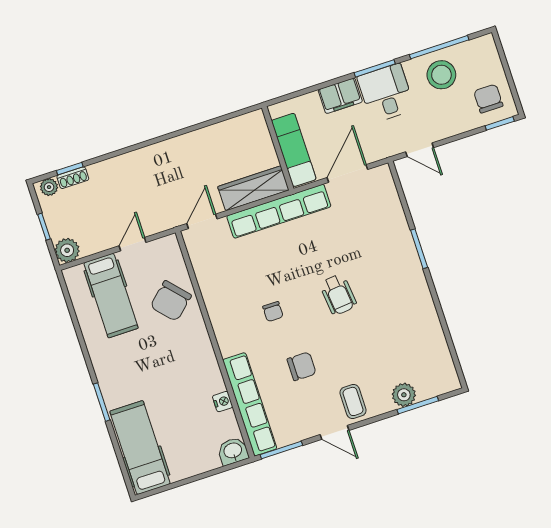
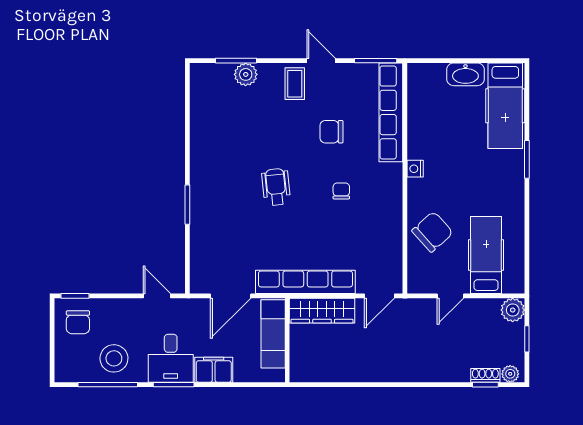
nightstand: (223, 402) -> (415, 169), moved
washbasin: (233, 451) -> (465, 74), moved, width x1.38

